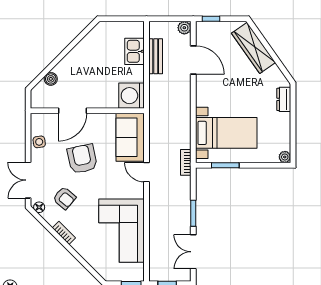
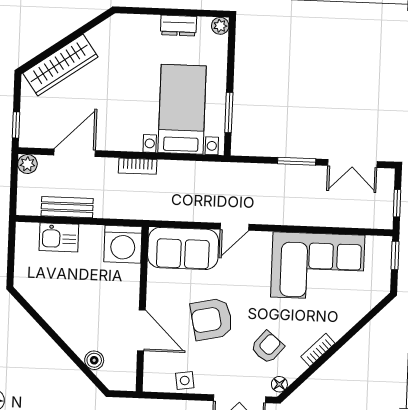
dresser: (284, 99) -> (179, 26), moved
bookcase: (186, 162) -> (138, 166), moved

